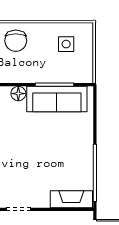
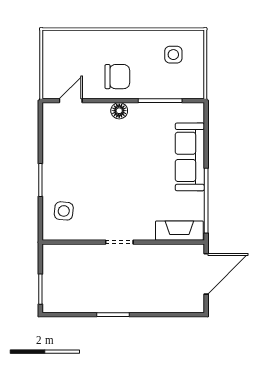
chair: (16, 41) -> (117, 77), moved, turned -90
sofa: (57, 99) -> (190, 157), moved, turned 90

